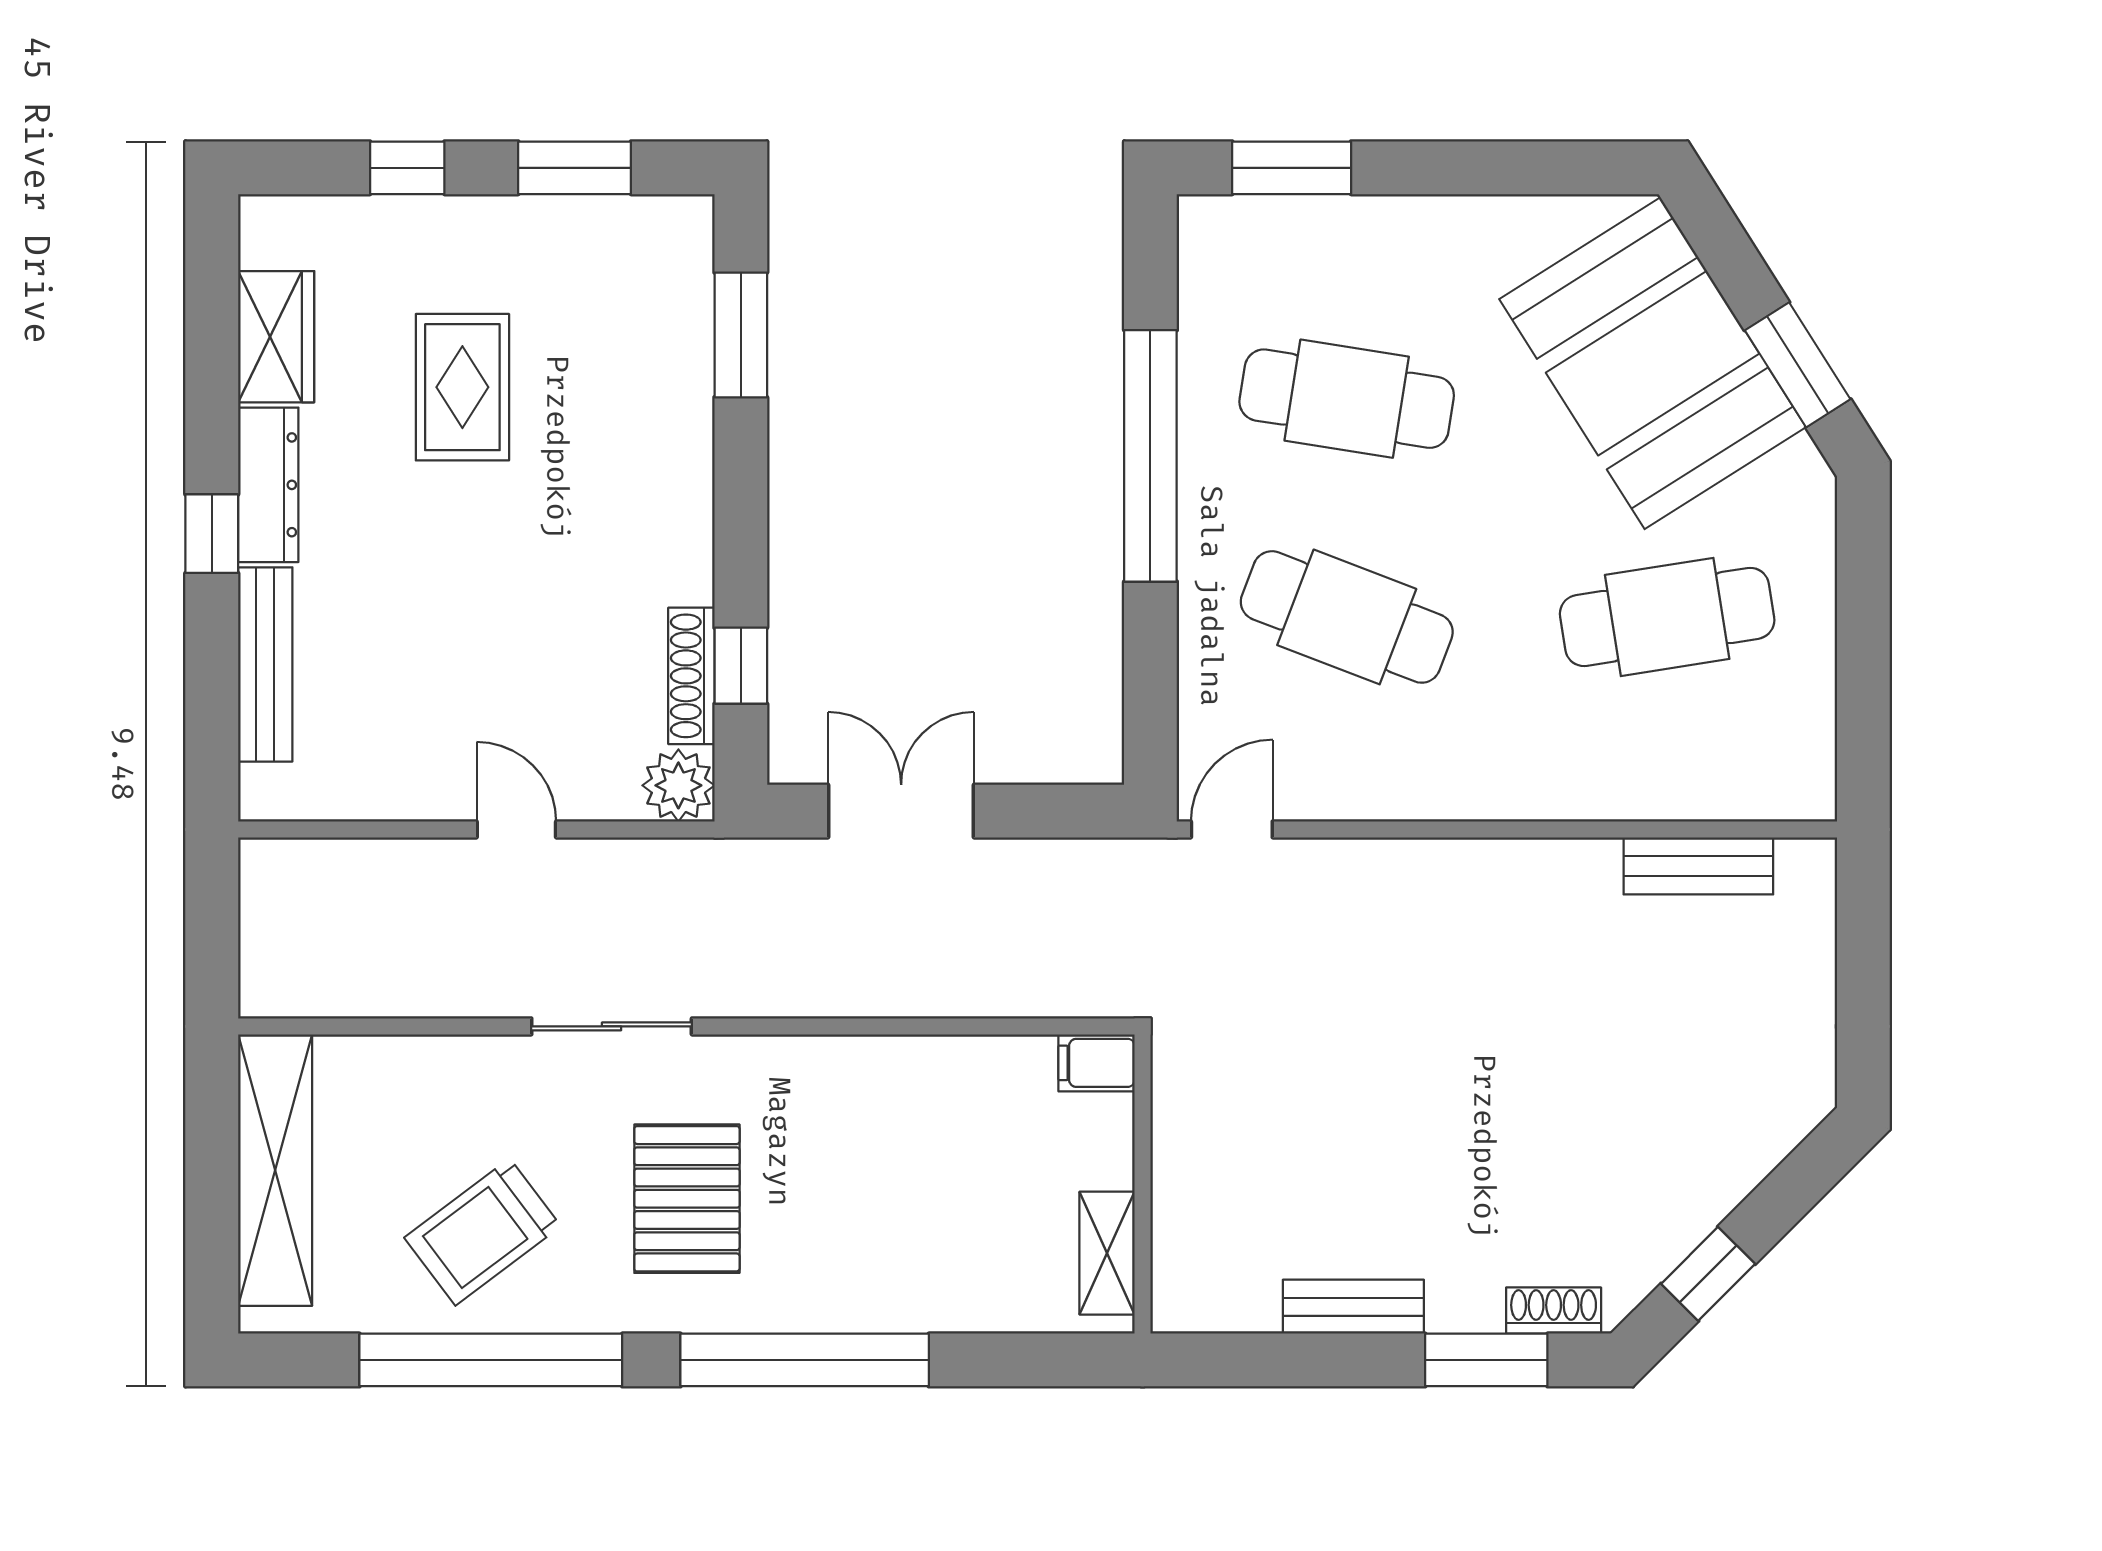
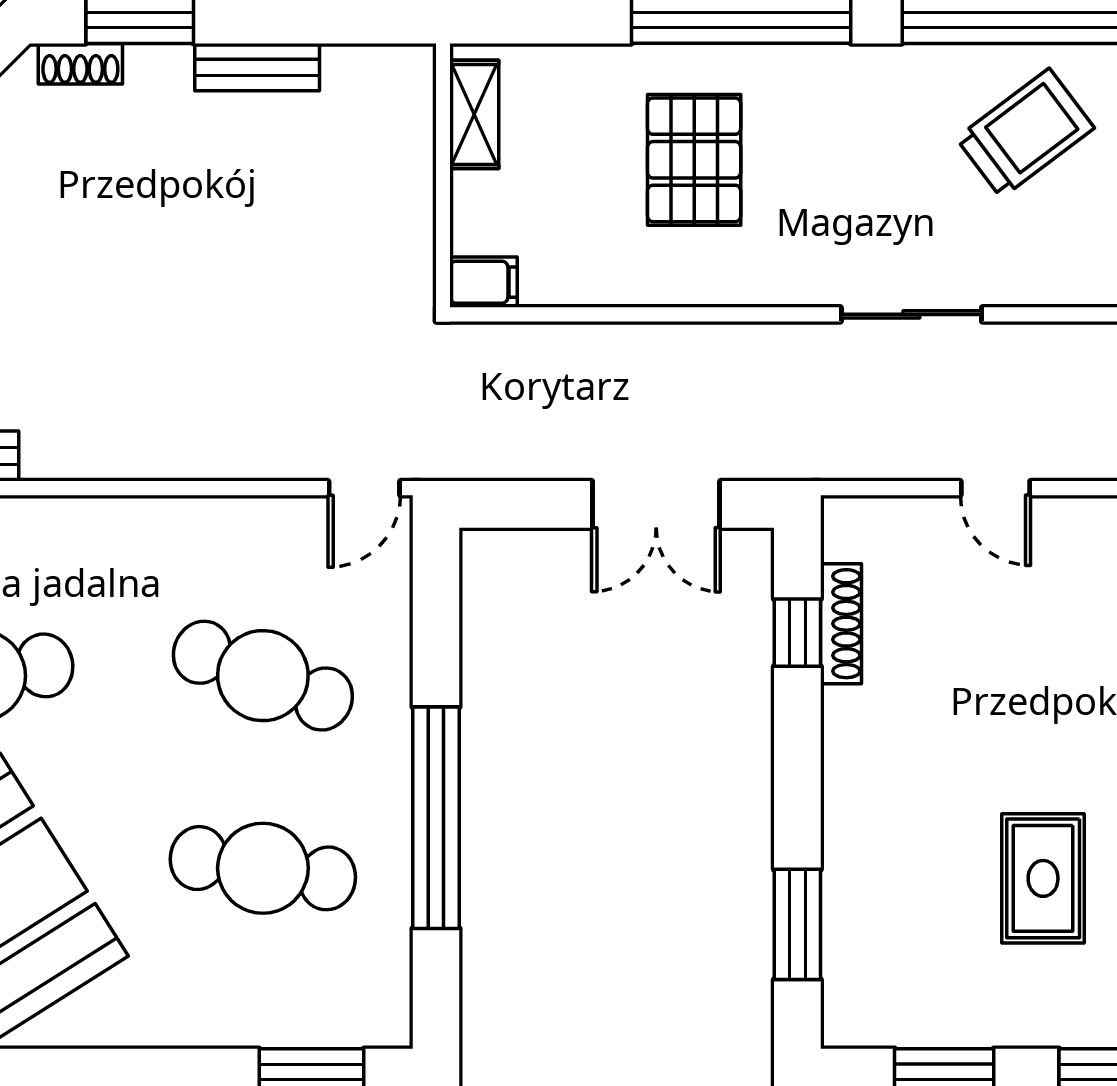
plant: (678, 785) -> (852, 527), removed
pallet: (687, 1199) -> (694, 160), moved

